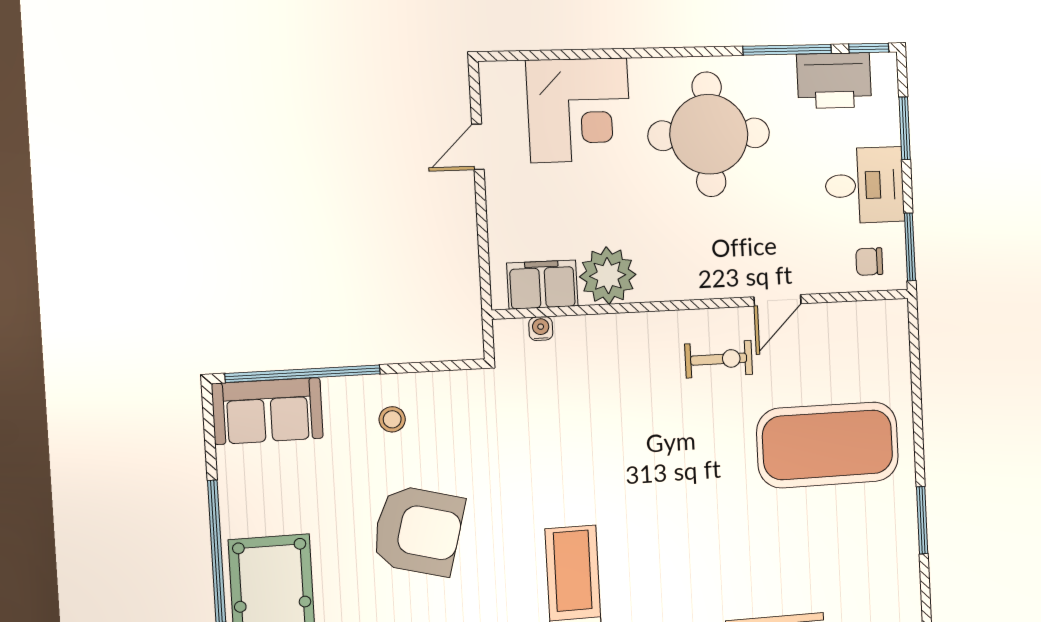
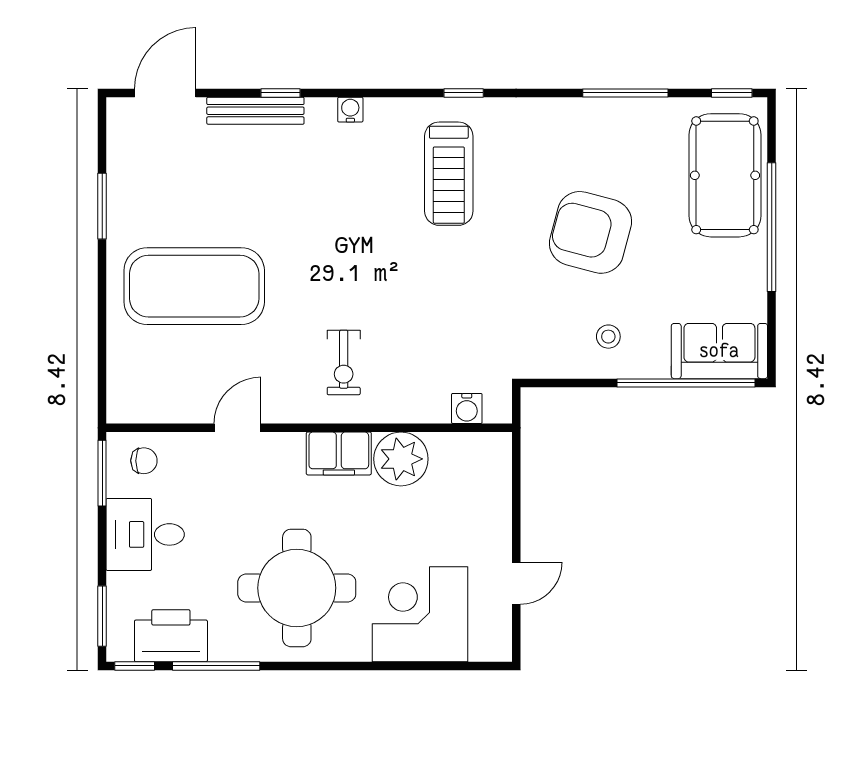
window: (905, 128) -> (102, 616), moved
filing cabinet: (542, 285) -> (339, 453), moved
water cooler: (541, 329) -> (467, 408), width x1.38, depth x1.38
exercise bike: (719, 359) -> (344, 362), moved, turned -90

